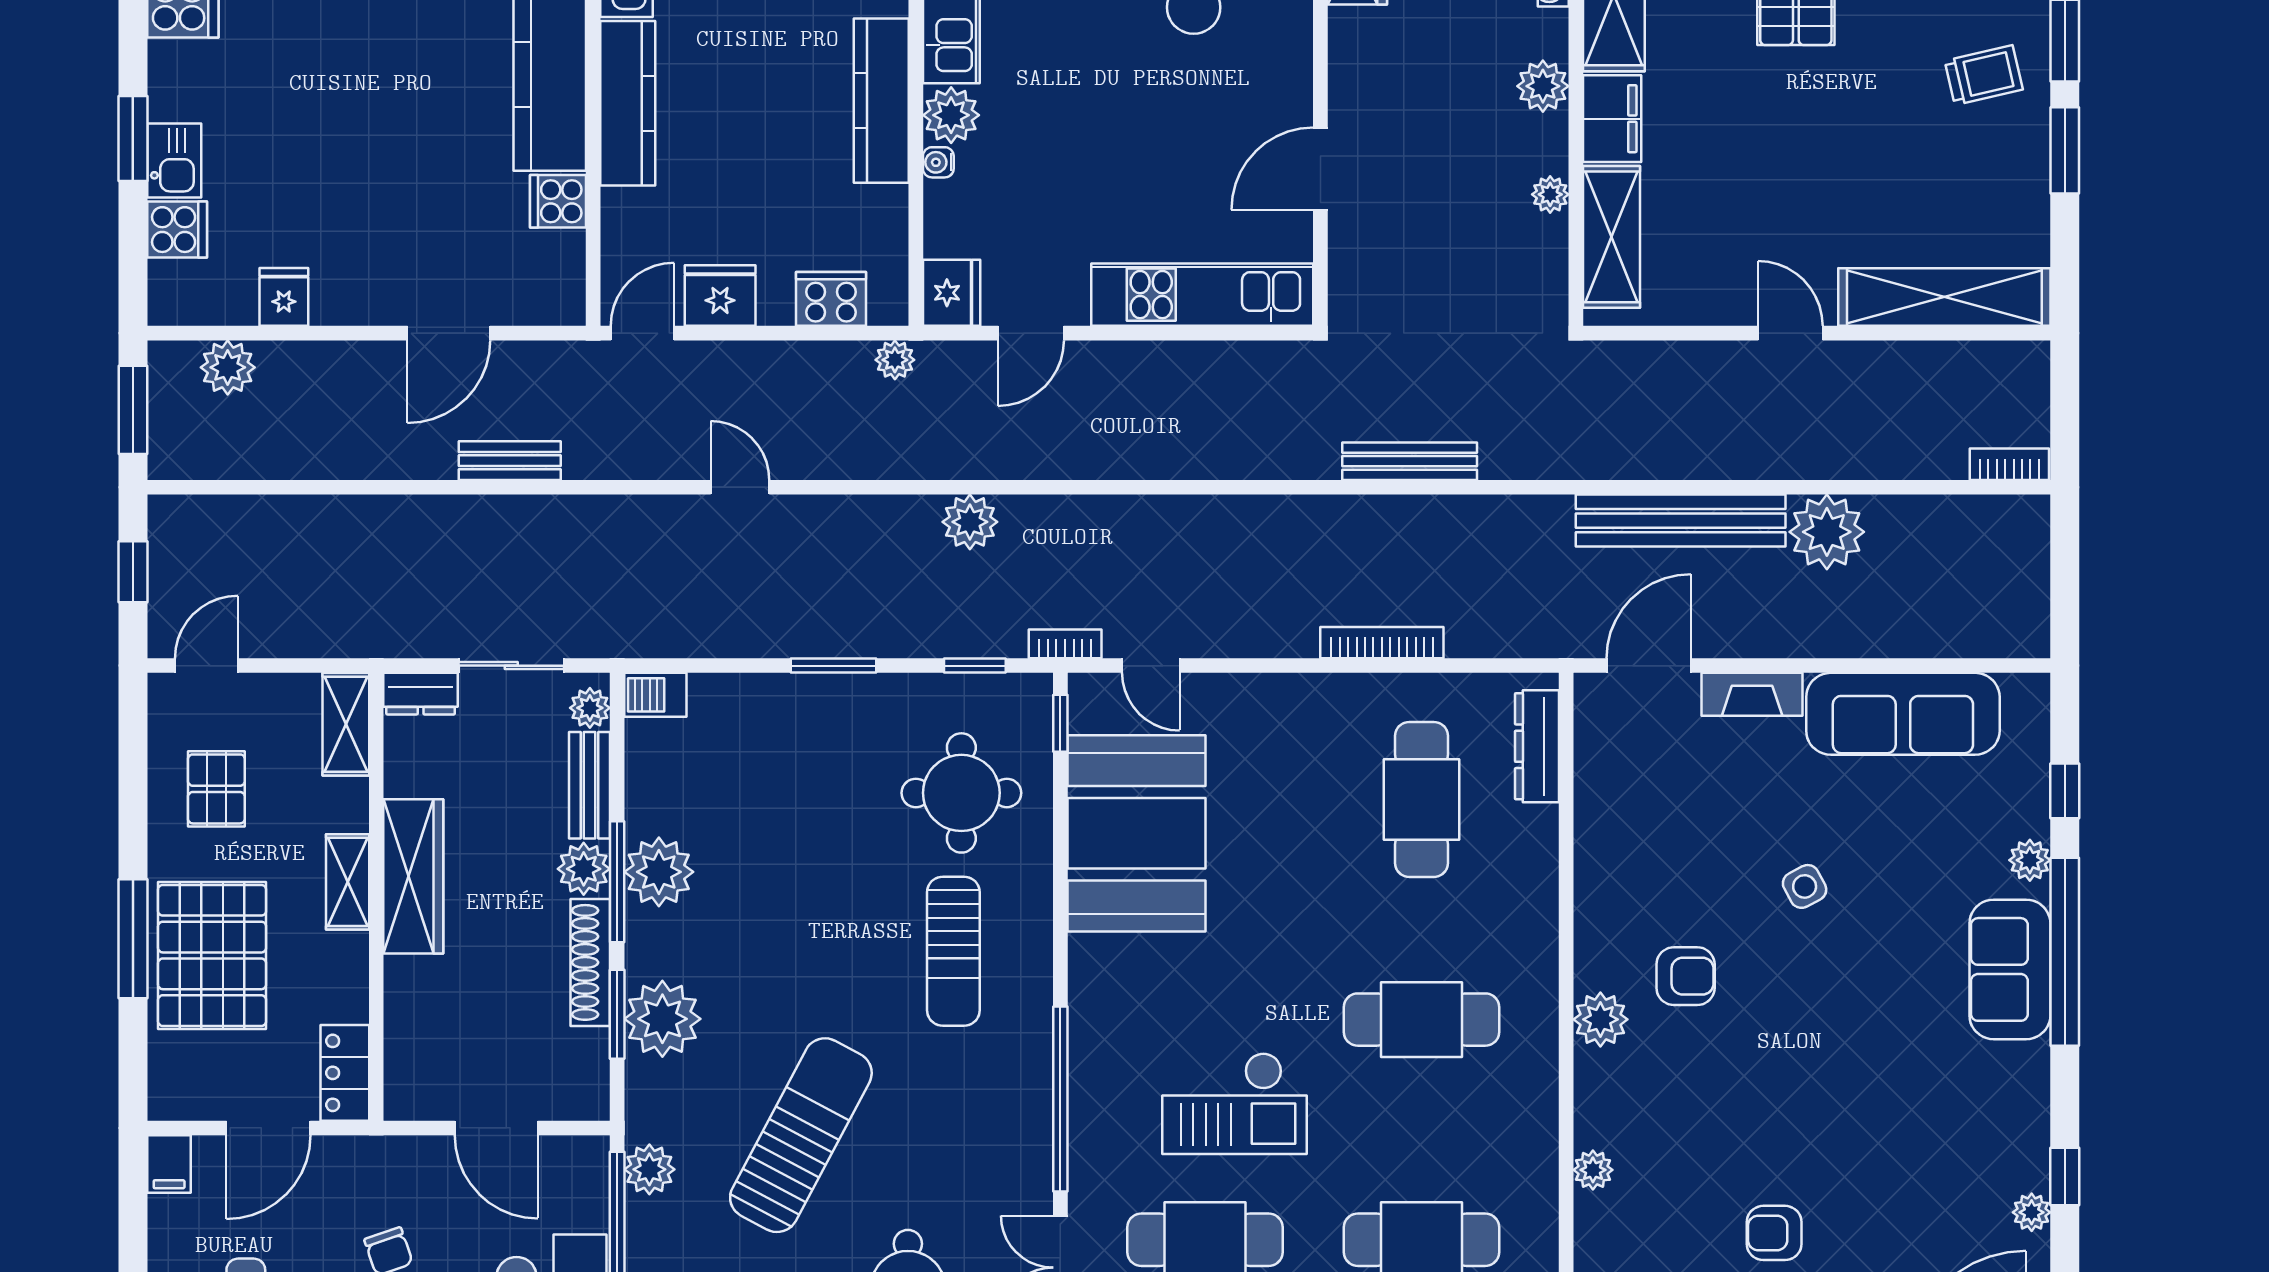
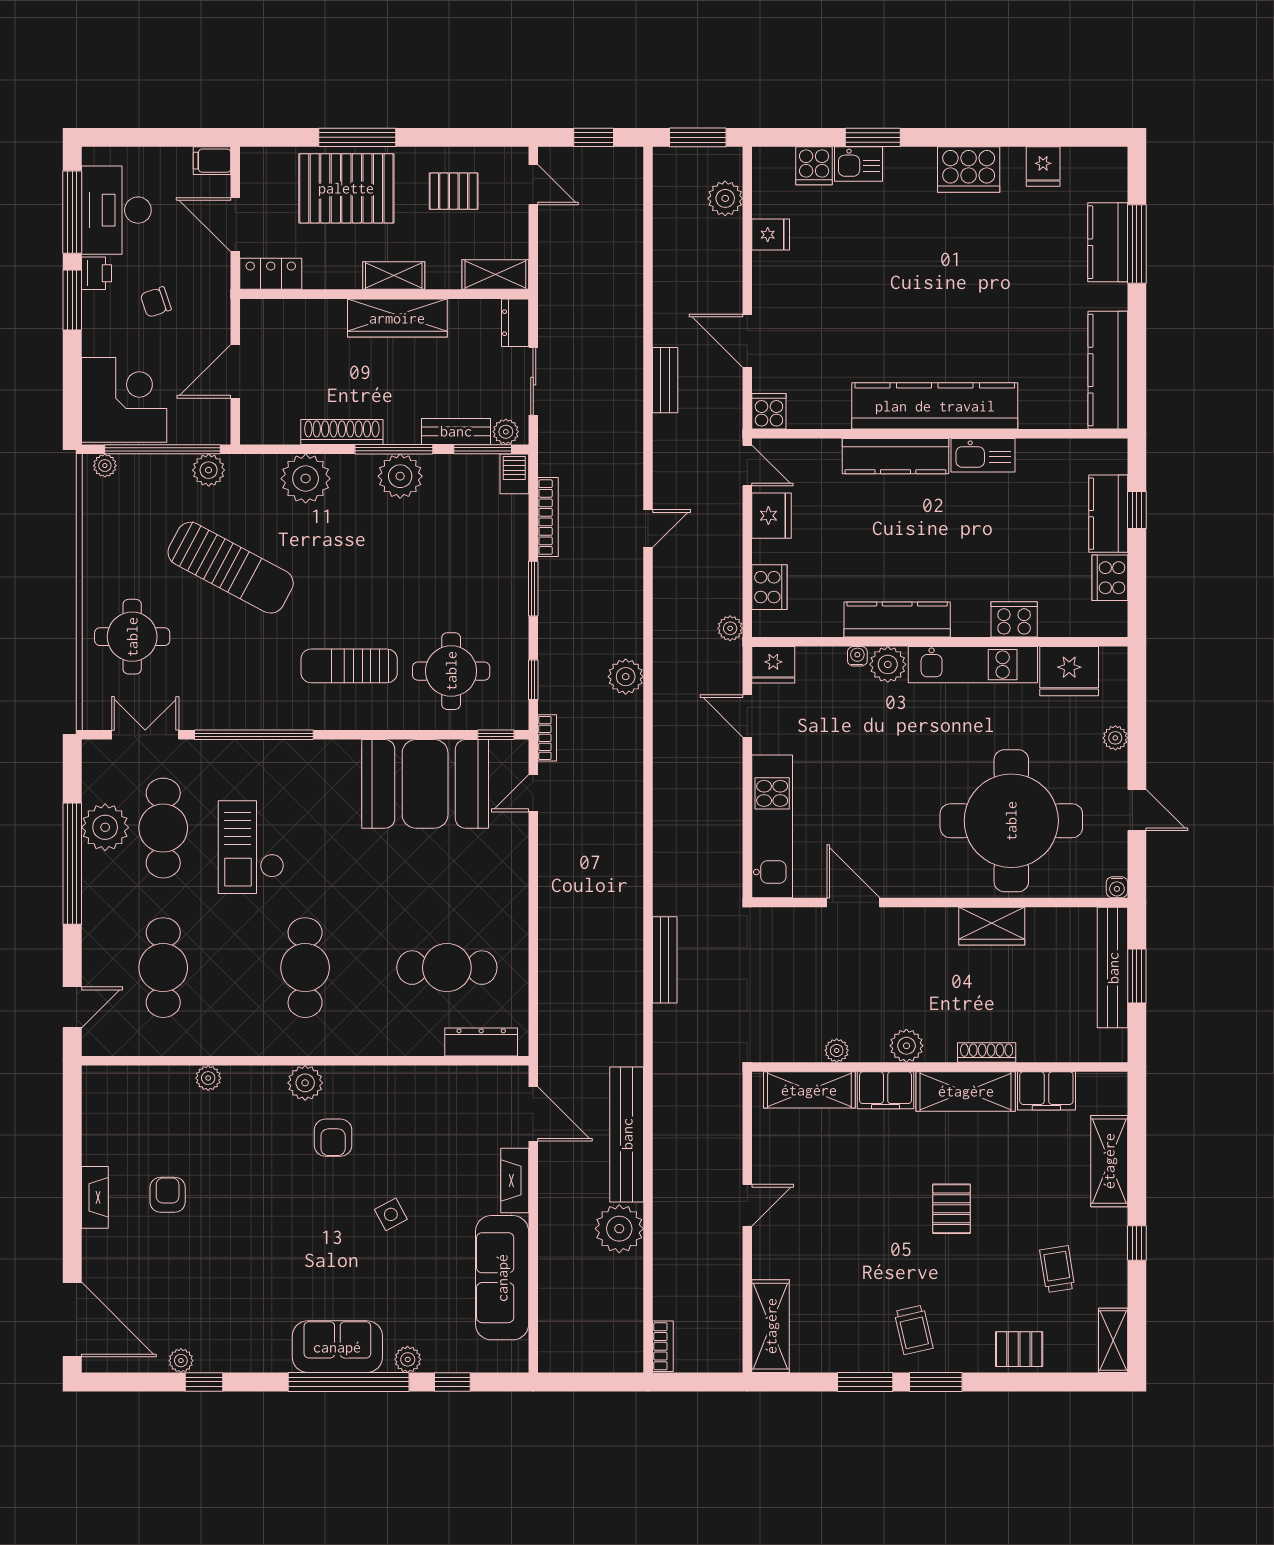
cooker: (558, 201) -> (769, 411), moved
shelving: (1944, 297) -> (771, 1326), width x0.68
bookcase: (1382, 643) -> (548, 517), moved
plant: (584, 869) -> (402, 428), removed
window: (617, 1014) -> (483, 449), moved

